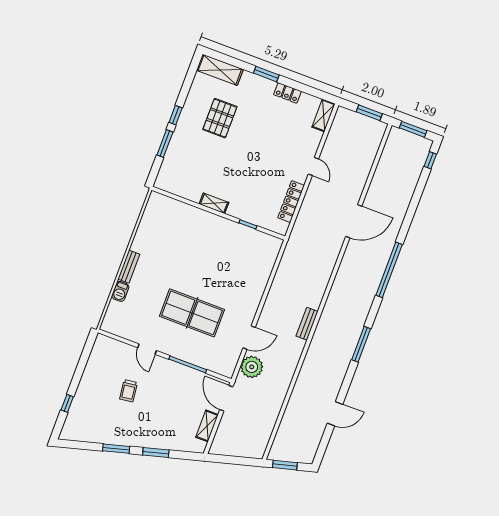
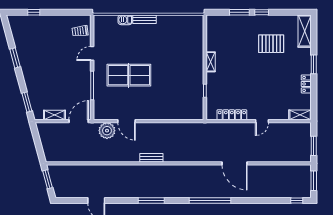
table tennis table: (192, 313) -> (129, 75), turned 90
trolley: (129, 391) -> (80, 31), moved
window: (156, 453) -> (27, 102), moved

